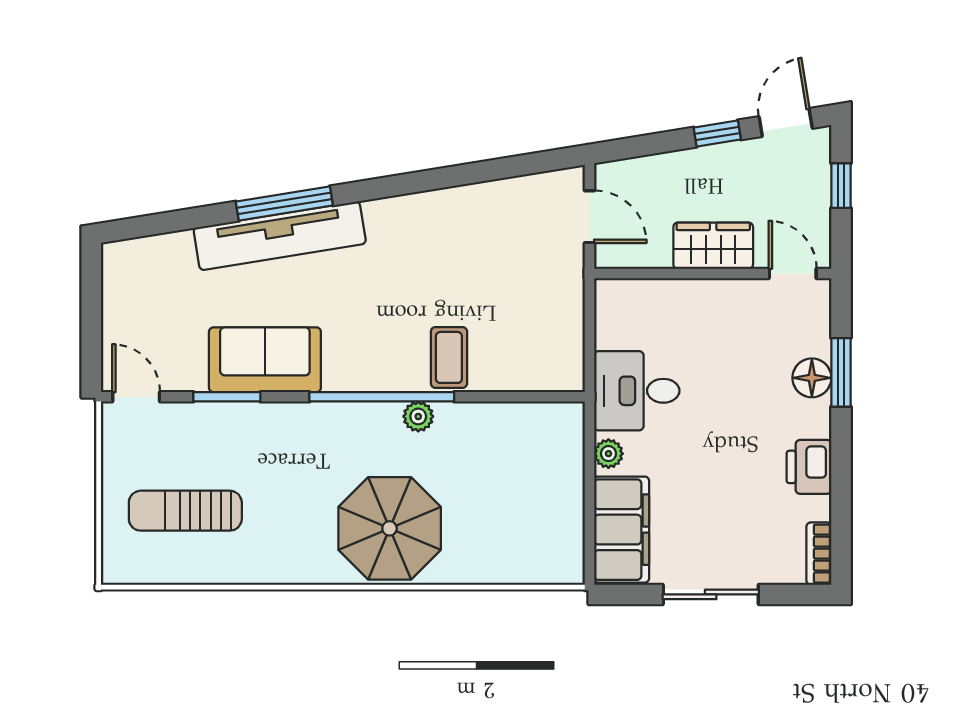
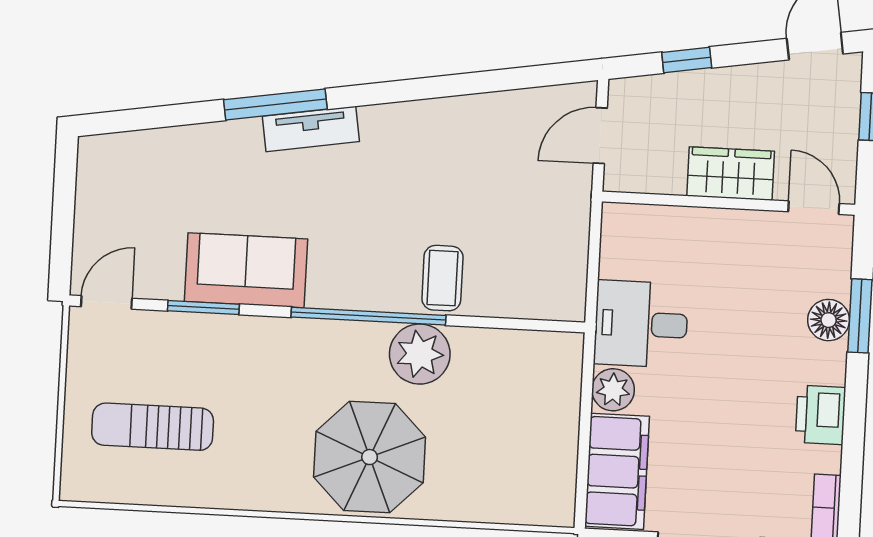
window: (717, 133) -> (687, 60), moved
door: (589, 217) -> (600, 136), swing flipped
tv unit: (280, 236) -> (311, 129), width x0.52, depth x0.78
door: (136, 397) -> (106, 302), hinge flipped
plant: (418, 416) -> (420, 354), width x1.87, depth x1.87
plant: (608, 454) -> (613, 390), width x1.38, depth x1.38

